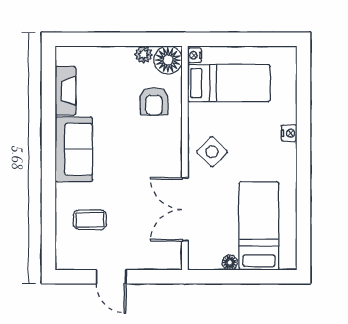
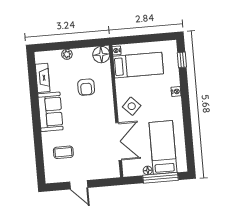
plant: (144, 55) -> (67, 54), moved
window: (304, 80) -> (182, 60), added
armchair: (154, 101) -> (86, 87), moved
double door: (185, 209) -> (119, 141), swing flipped
window: (250, 277) -> (160, 178), added

